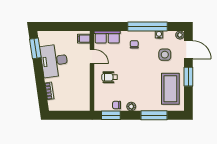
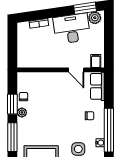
plant: (44, 39) -> (95, 18), added
door: (92, 56) -> (76, 70), hinge flipped
wheelchair: (110, 77) -> (54, 89), removed
window: (111, 115) -> (12, 104), moved

